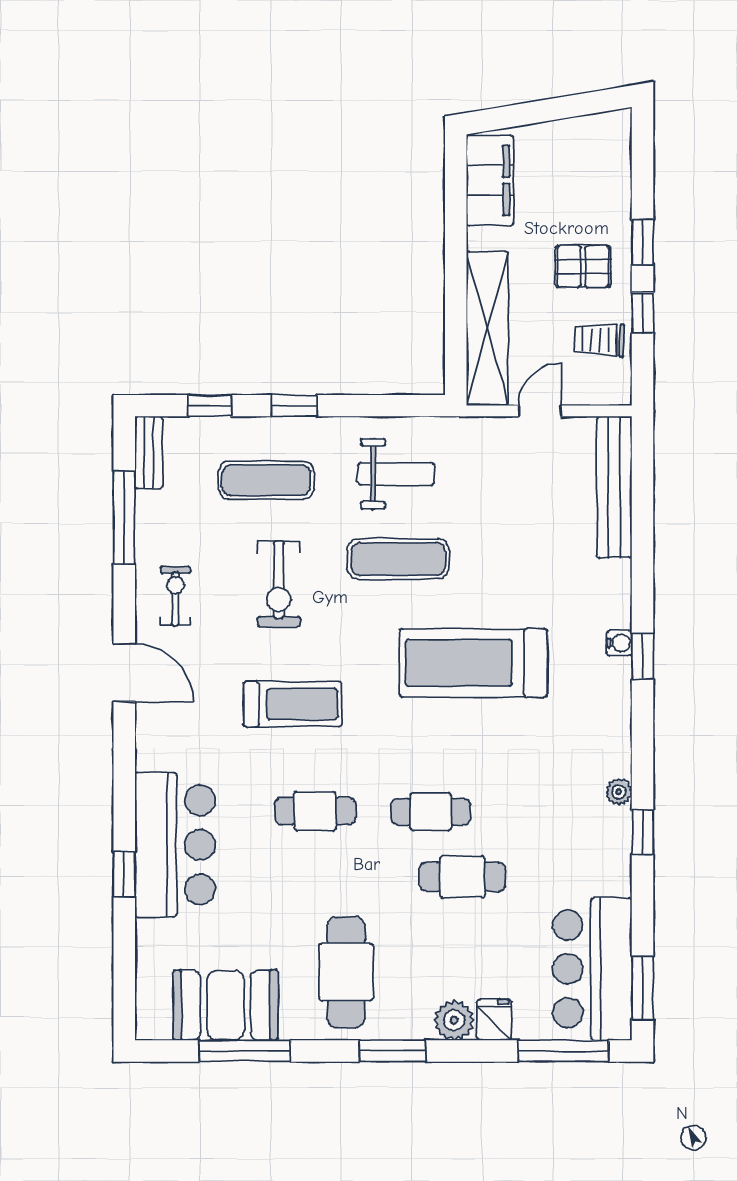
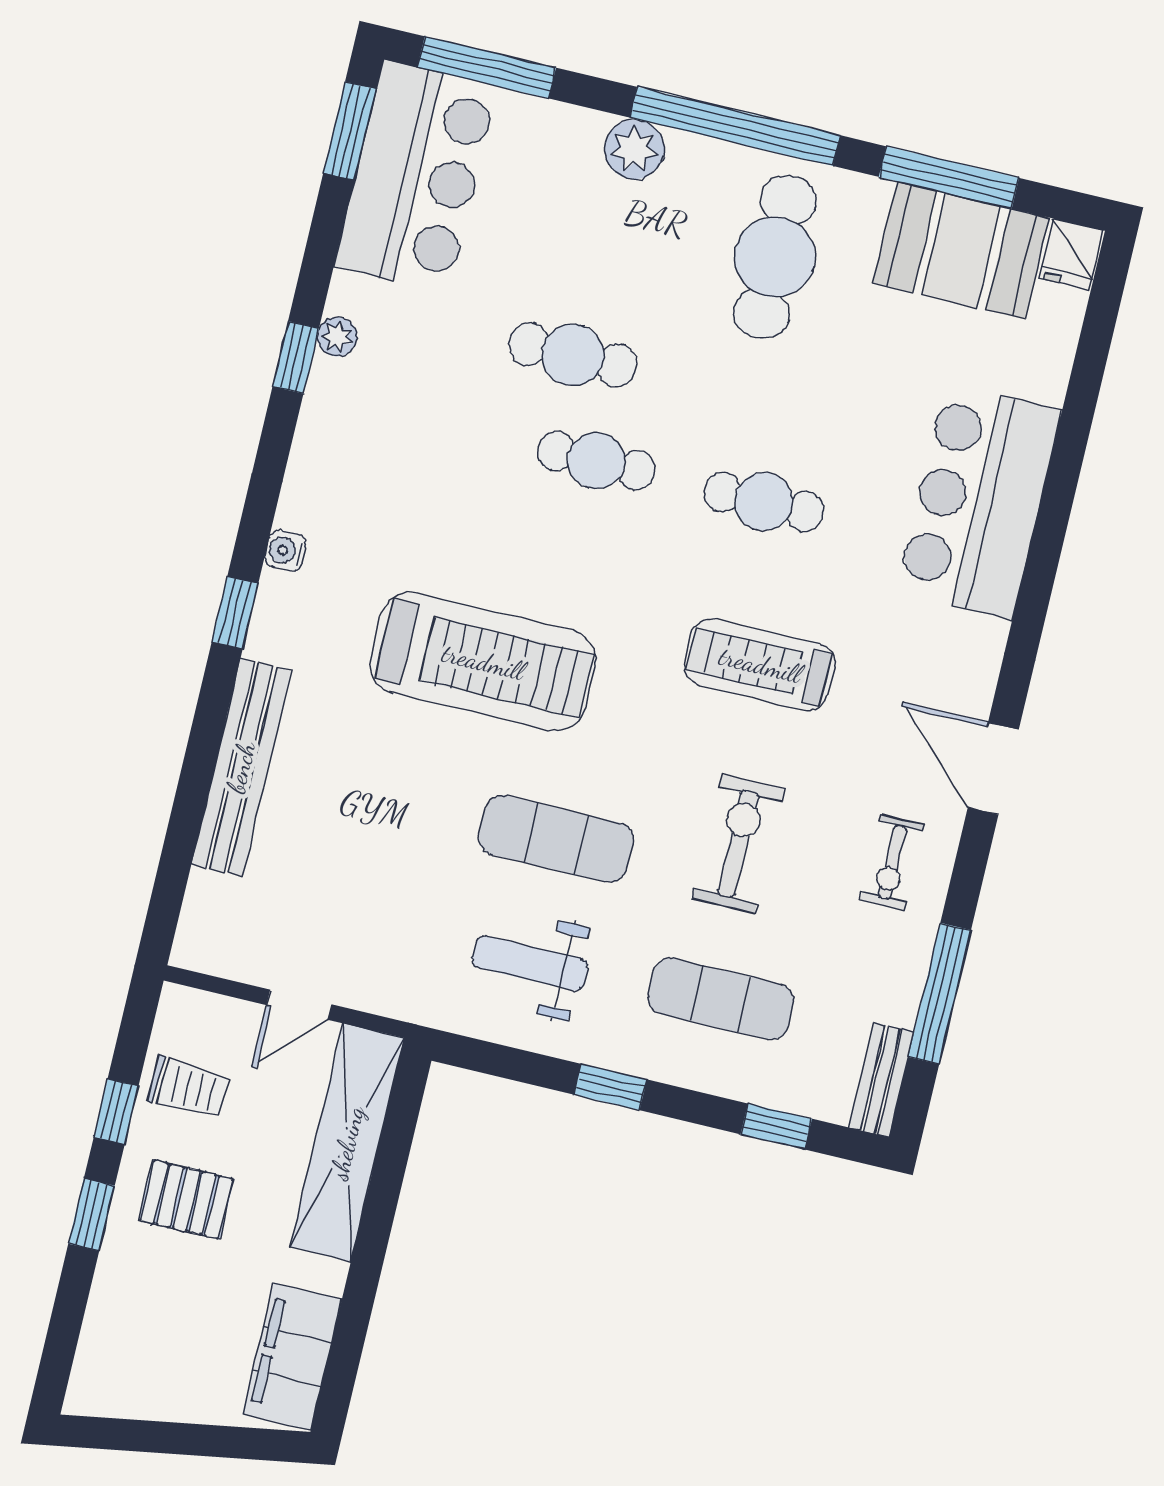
window: (294, 406) -> (610, 1087), moved
bench: (614, 487) -> (241, 767), moved
water cooler: (619, 643) -> (285, 551), moved
plant: (619, 792) -> (337, 337), moved
window: (124, 874) -> (1063, 476), removed
fridge: (494, 1020) -> (1071, 254), moved
window: (392, 1051) -> (735, 126), width x2.11

